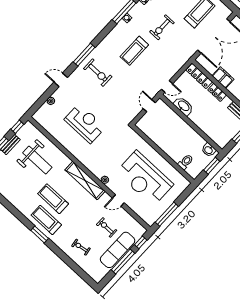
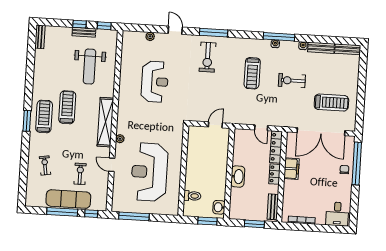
treadmill: (134, 51) -> (252, 73), turned -90
door: (167, 86) -> (261, 128), moved
washbasin: (184, 106) -> (238, 177), moved

